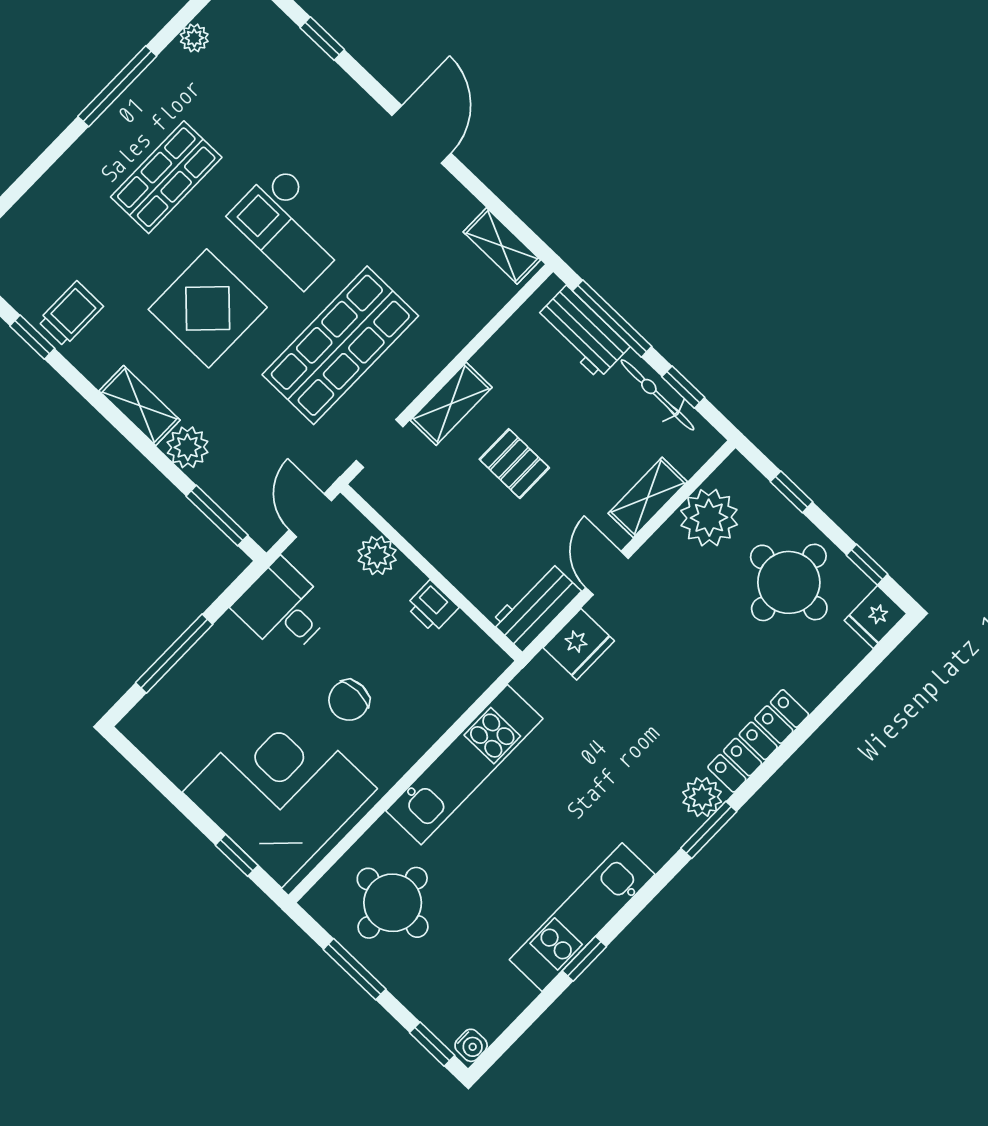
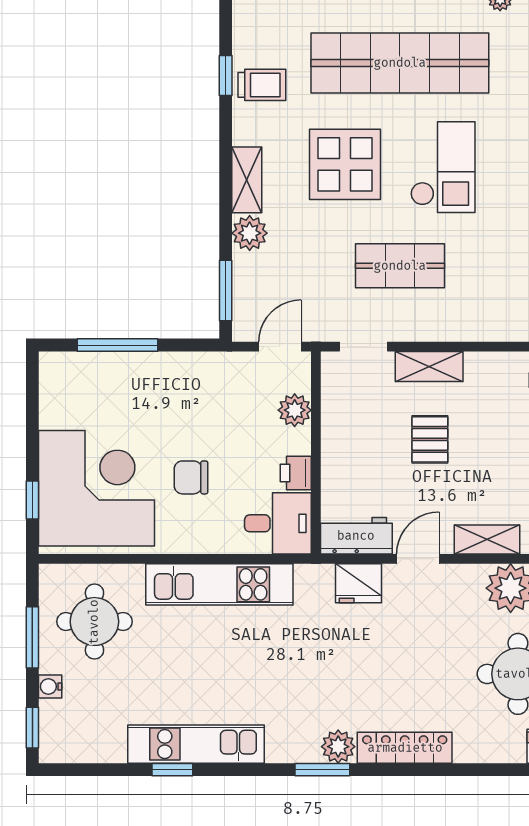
shop shelf: (166, 177) -> (400, 63), width x2.00, depth x1.36
checkout: (291, 227) -> (443, 167), turned 180
shop shelf: (340, 345) -> (400, 266), width x0.70, depth x0.74
desk: (283, 609) -> (278, 523), moved, turned 90
water cooler: (471, 1045) -> (50, 687), moved, turned 90

